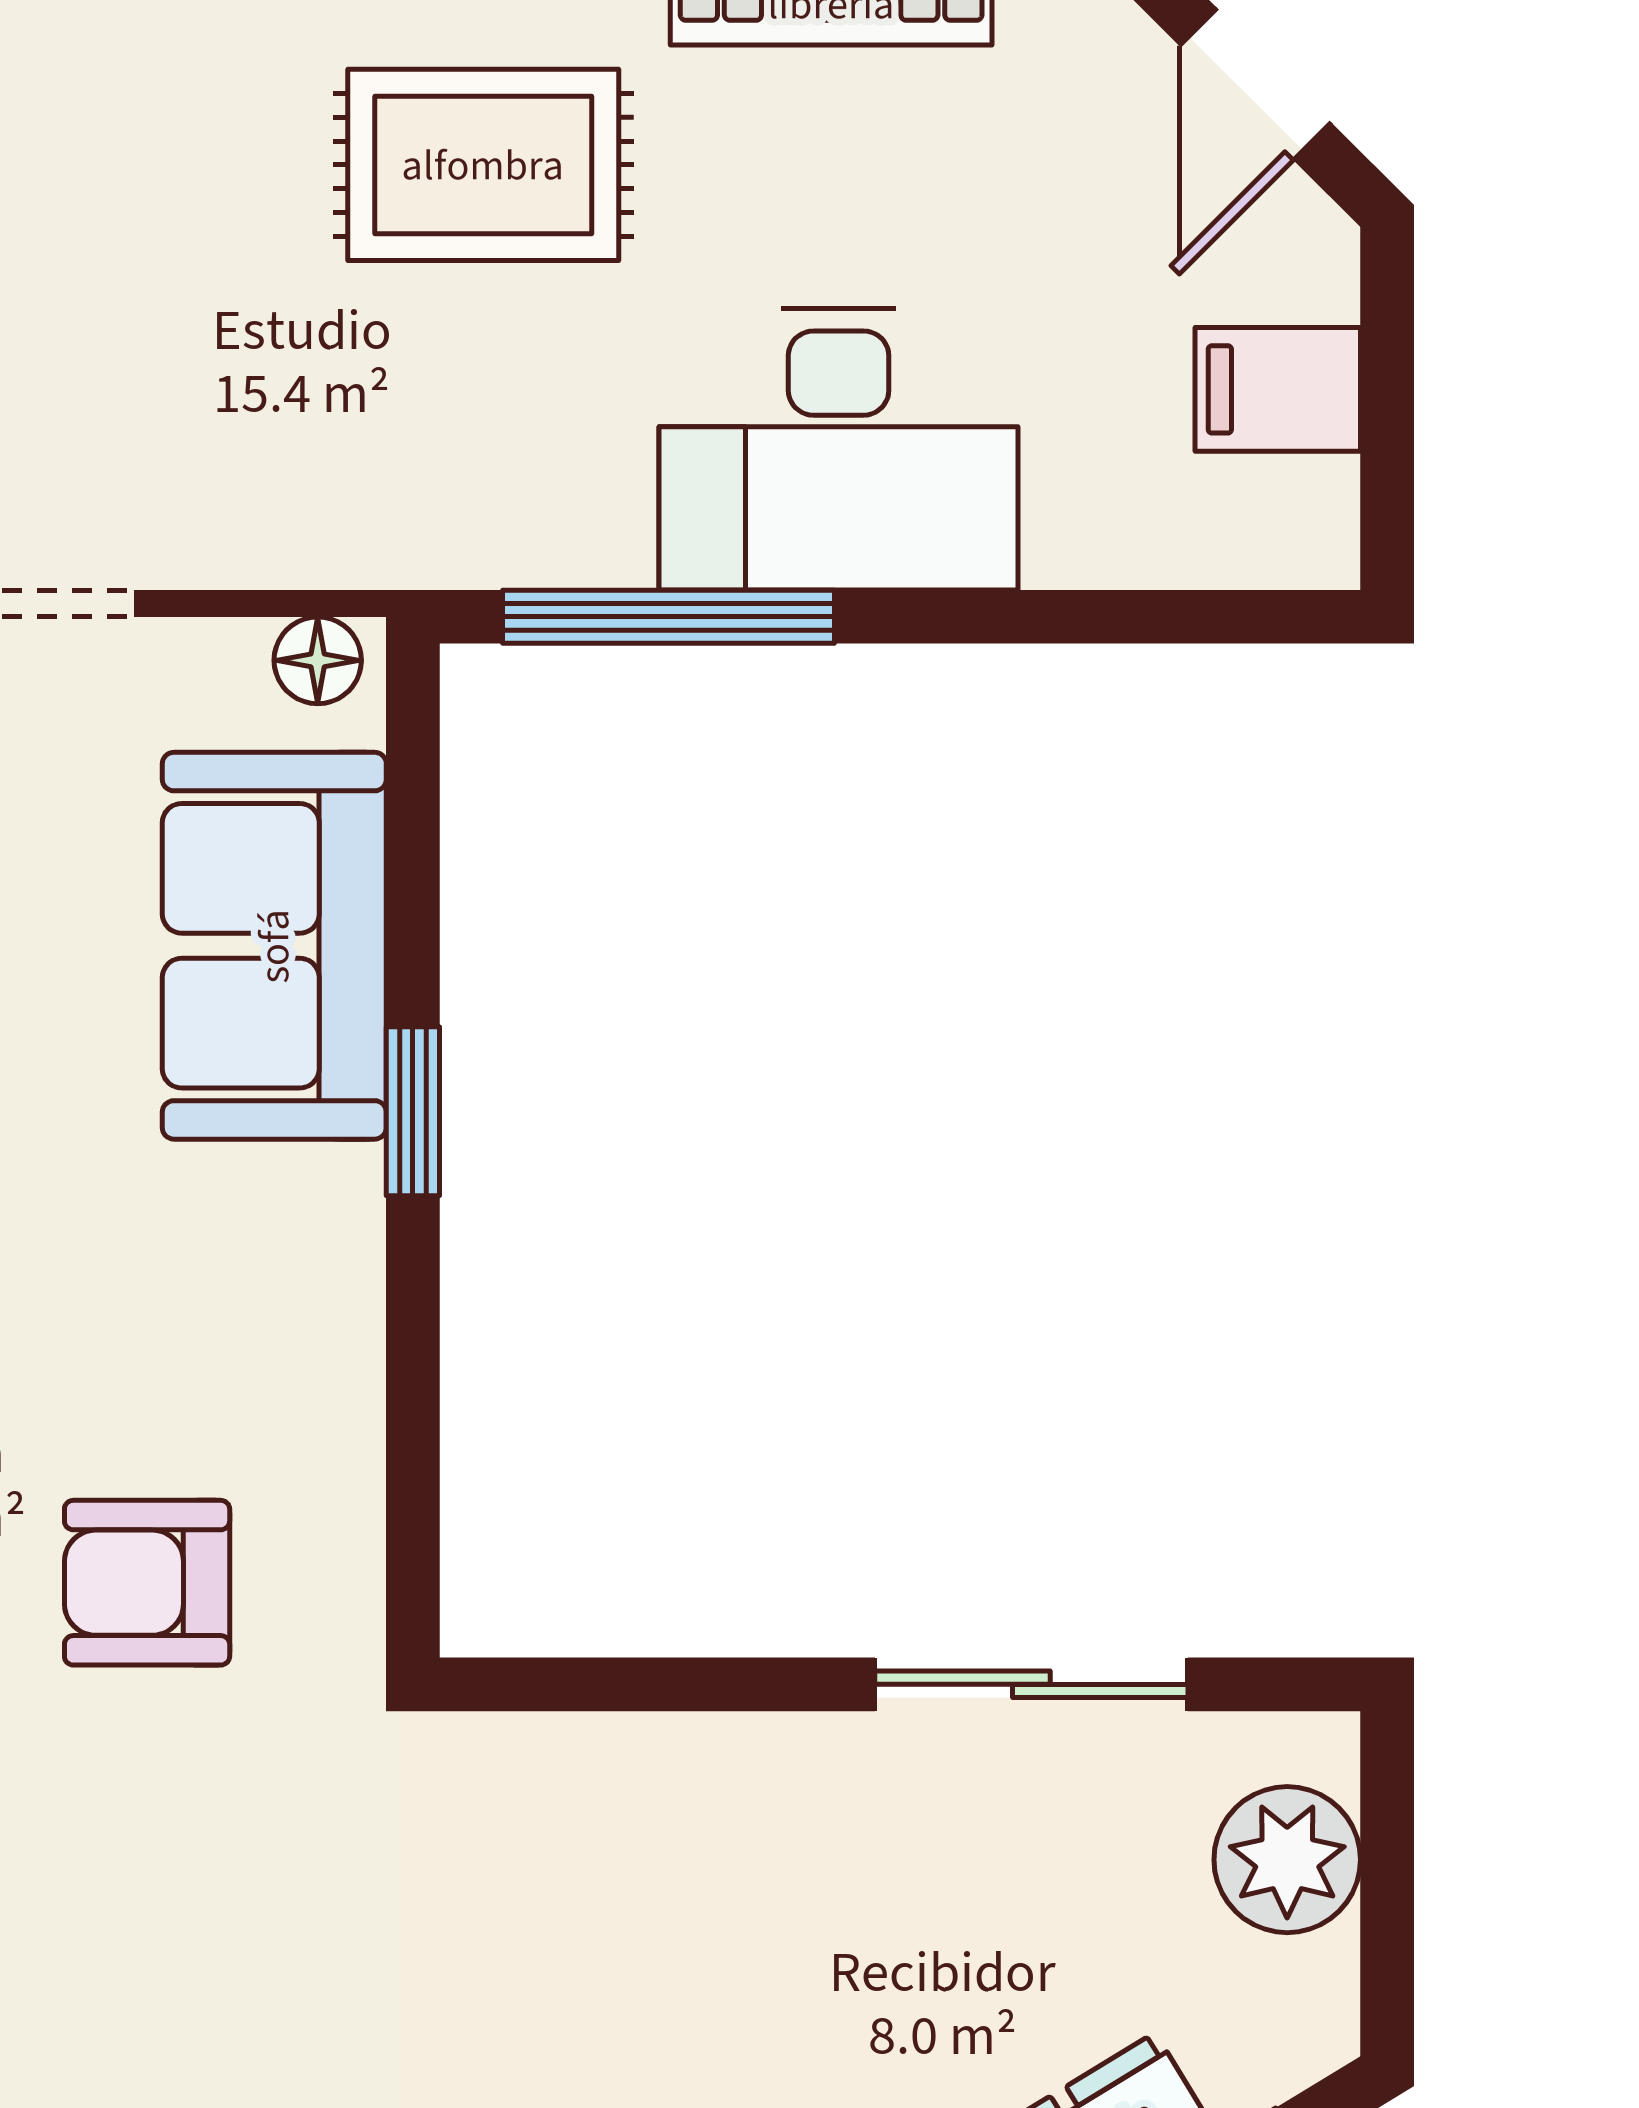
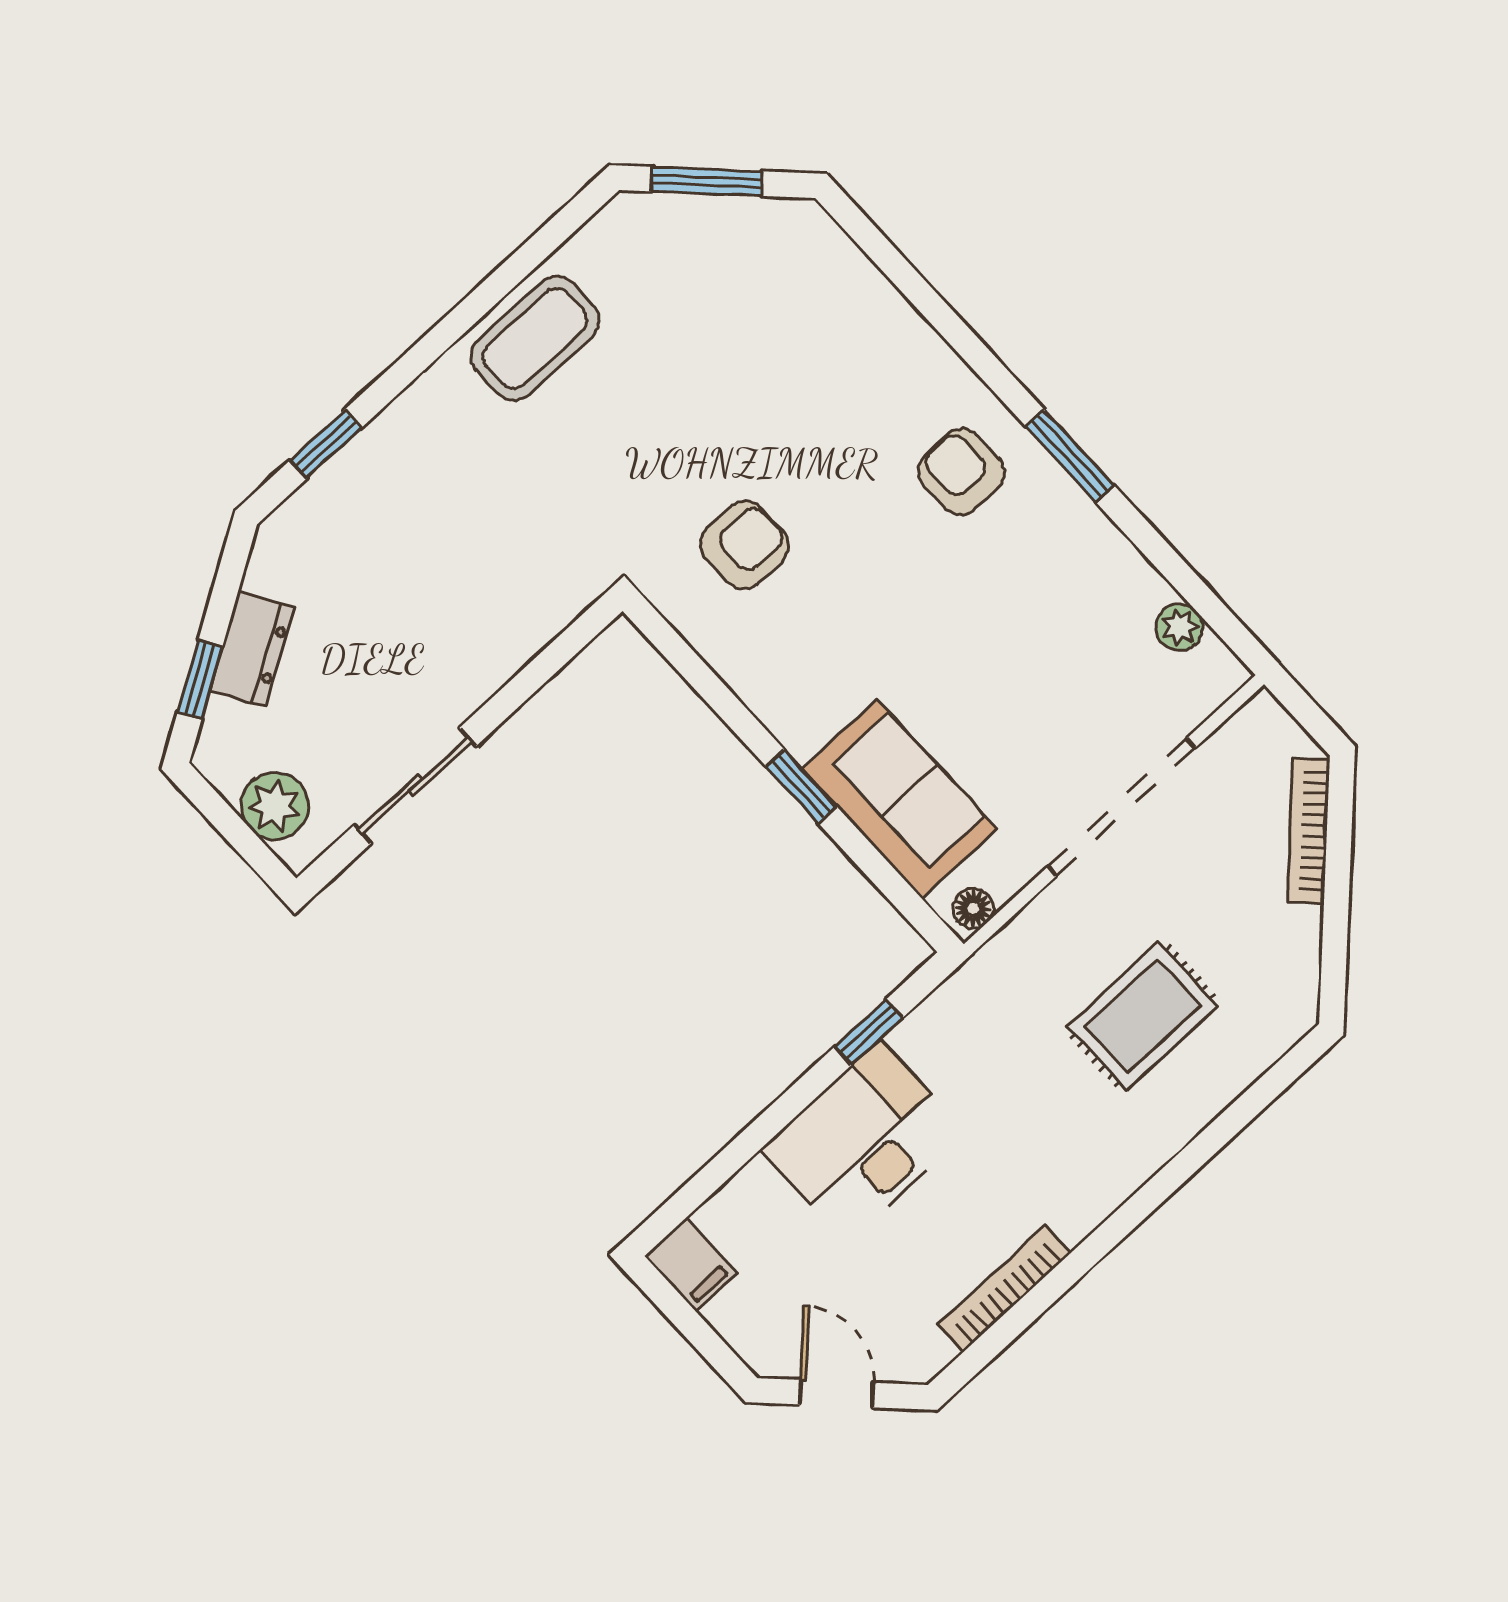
rug: (483, 165) -> (1143, 1016), moved
filing cabinet: (1278, 389) -> (691, 1265), moved, turned 90
window: (669, 617) -> (869, 1032), width x0.46

